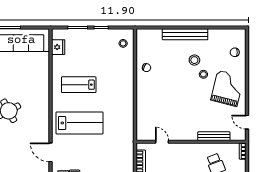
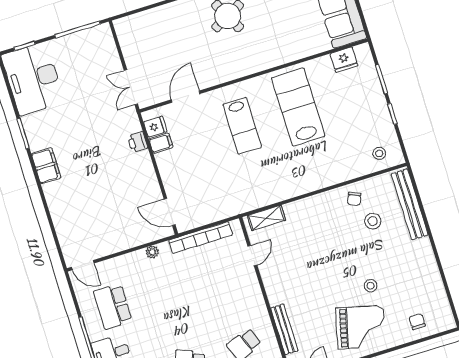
bench: (185, 34) -> (410, 204), moved
stool: (194, 60) -> (373, 221), moved
lab bench: (79, 85) -> (298, 107), width x1.36, depth x1.39
lab bench: (80, 123) -> (242, 126), width x0.73, depth x0.72
shelving: (141, 126) -> (266, 218), added

